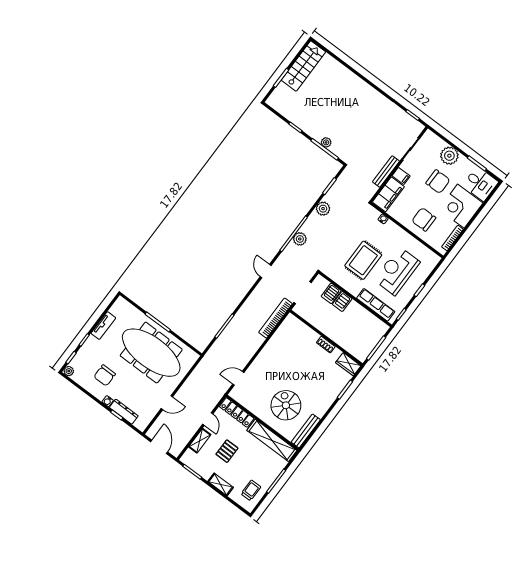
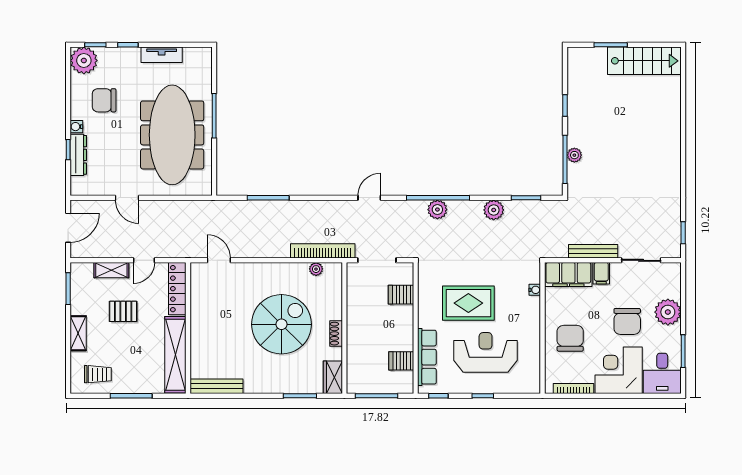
server rack: (342, 301) -> (401, 361), moved
plant: (283, 329) -> (316, 269), added
plant: (69, 371) -> (84, 60), width x1.87, depth x1.87
spiral stairs: (286, 405) -> (281, 324), moved, width x1.37, depth x1.37

